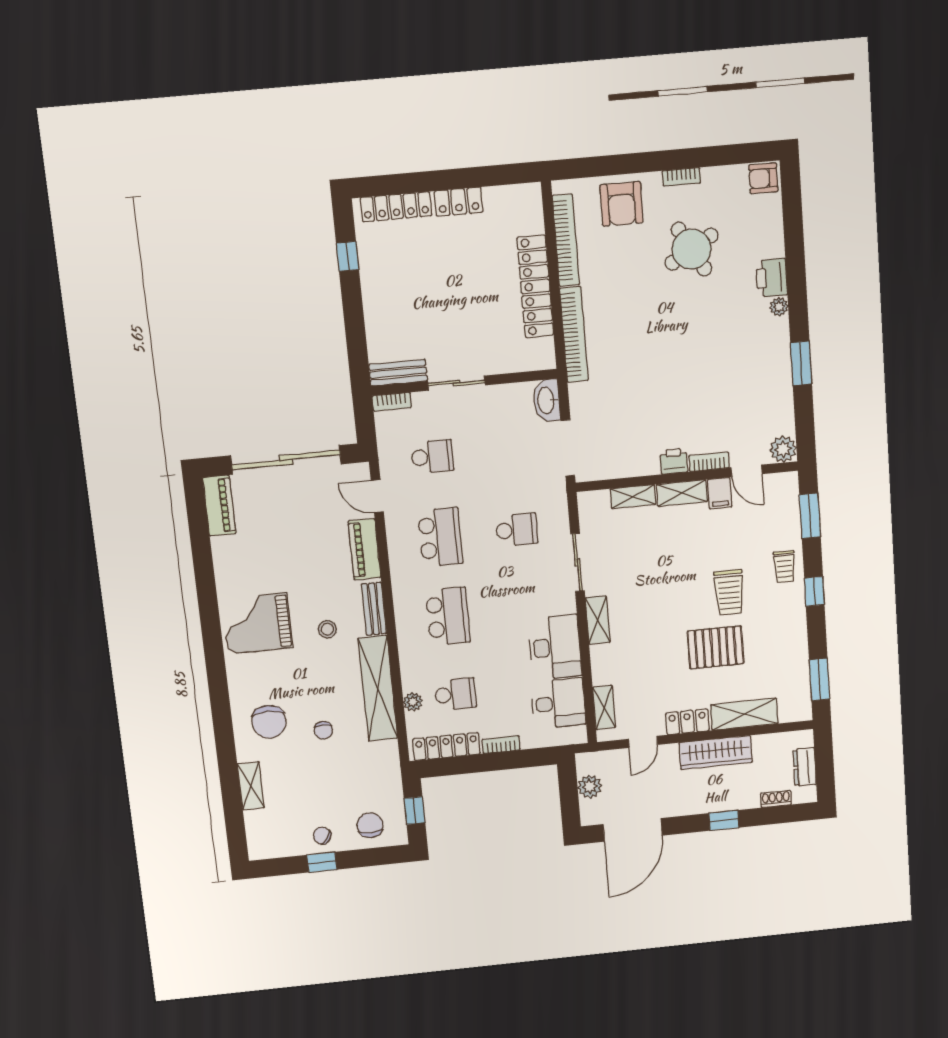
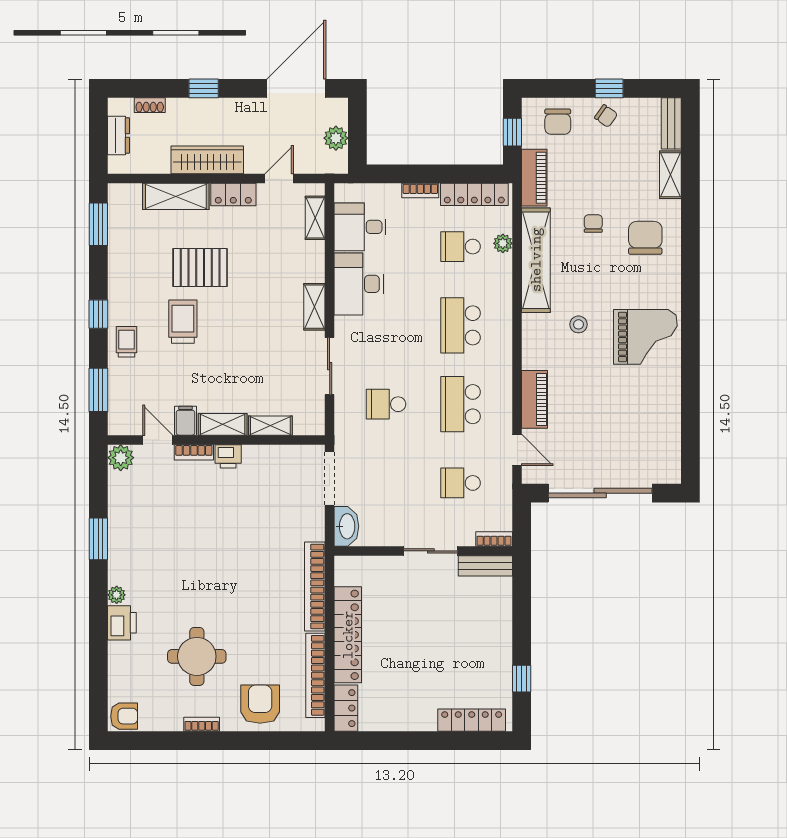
locker: (459, 202) -> (346, 708), moved, turned 90
round table: (691, 249) -> (197, 656), turned 30
piano: (219, 506) -> (534, 178), moved, turned 180
bench: (374, 609) -> (671, 123), moved

